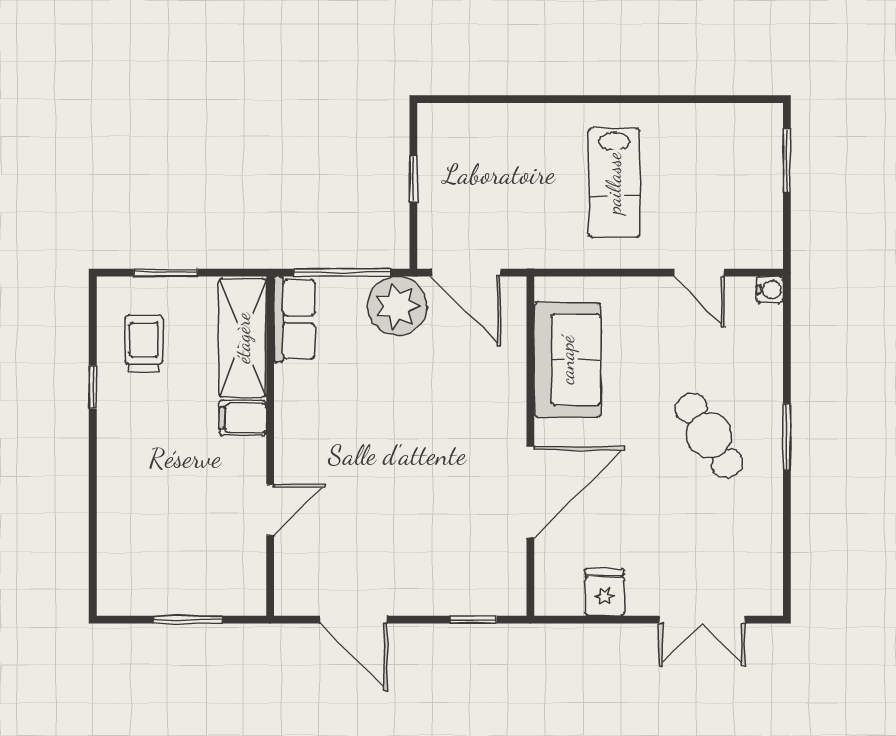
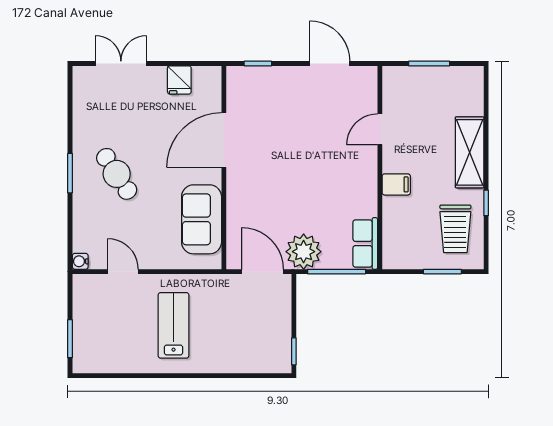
window: (413, 179) -> (294, 351), moved
shelving: (243, 338) -> (470, 152), moved
trolley: (144, 344) -> (455, 229), width x1.36, depth x1.39

